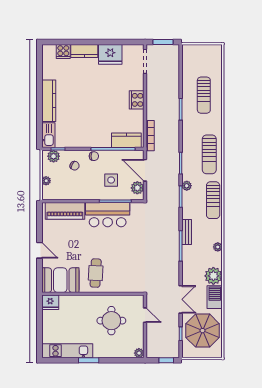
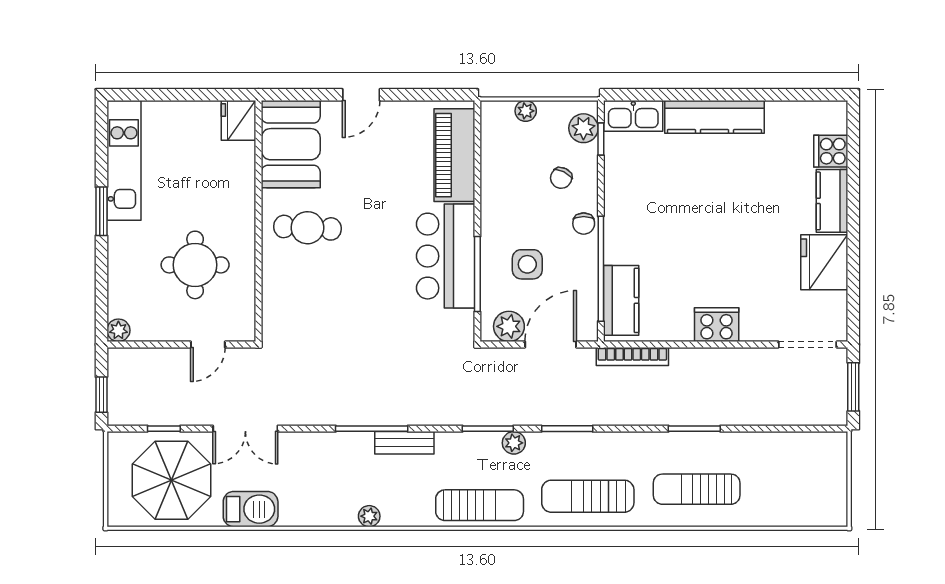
sun lounger: (204, 95) -> (697, 489), moved
sun lounger: (213, 200) -> (480, 505), turned 180
plant: (213, 276) -> (301, 506), removed

